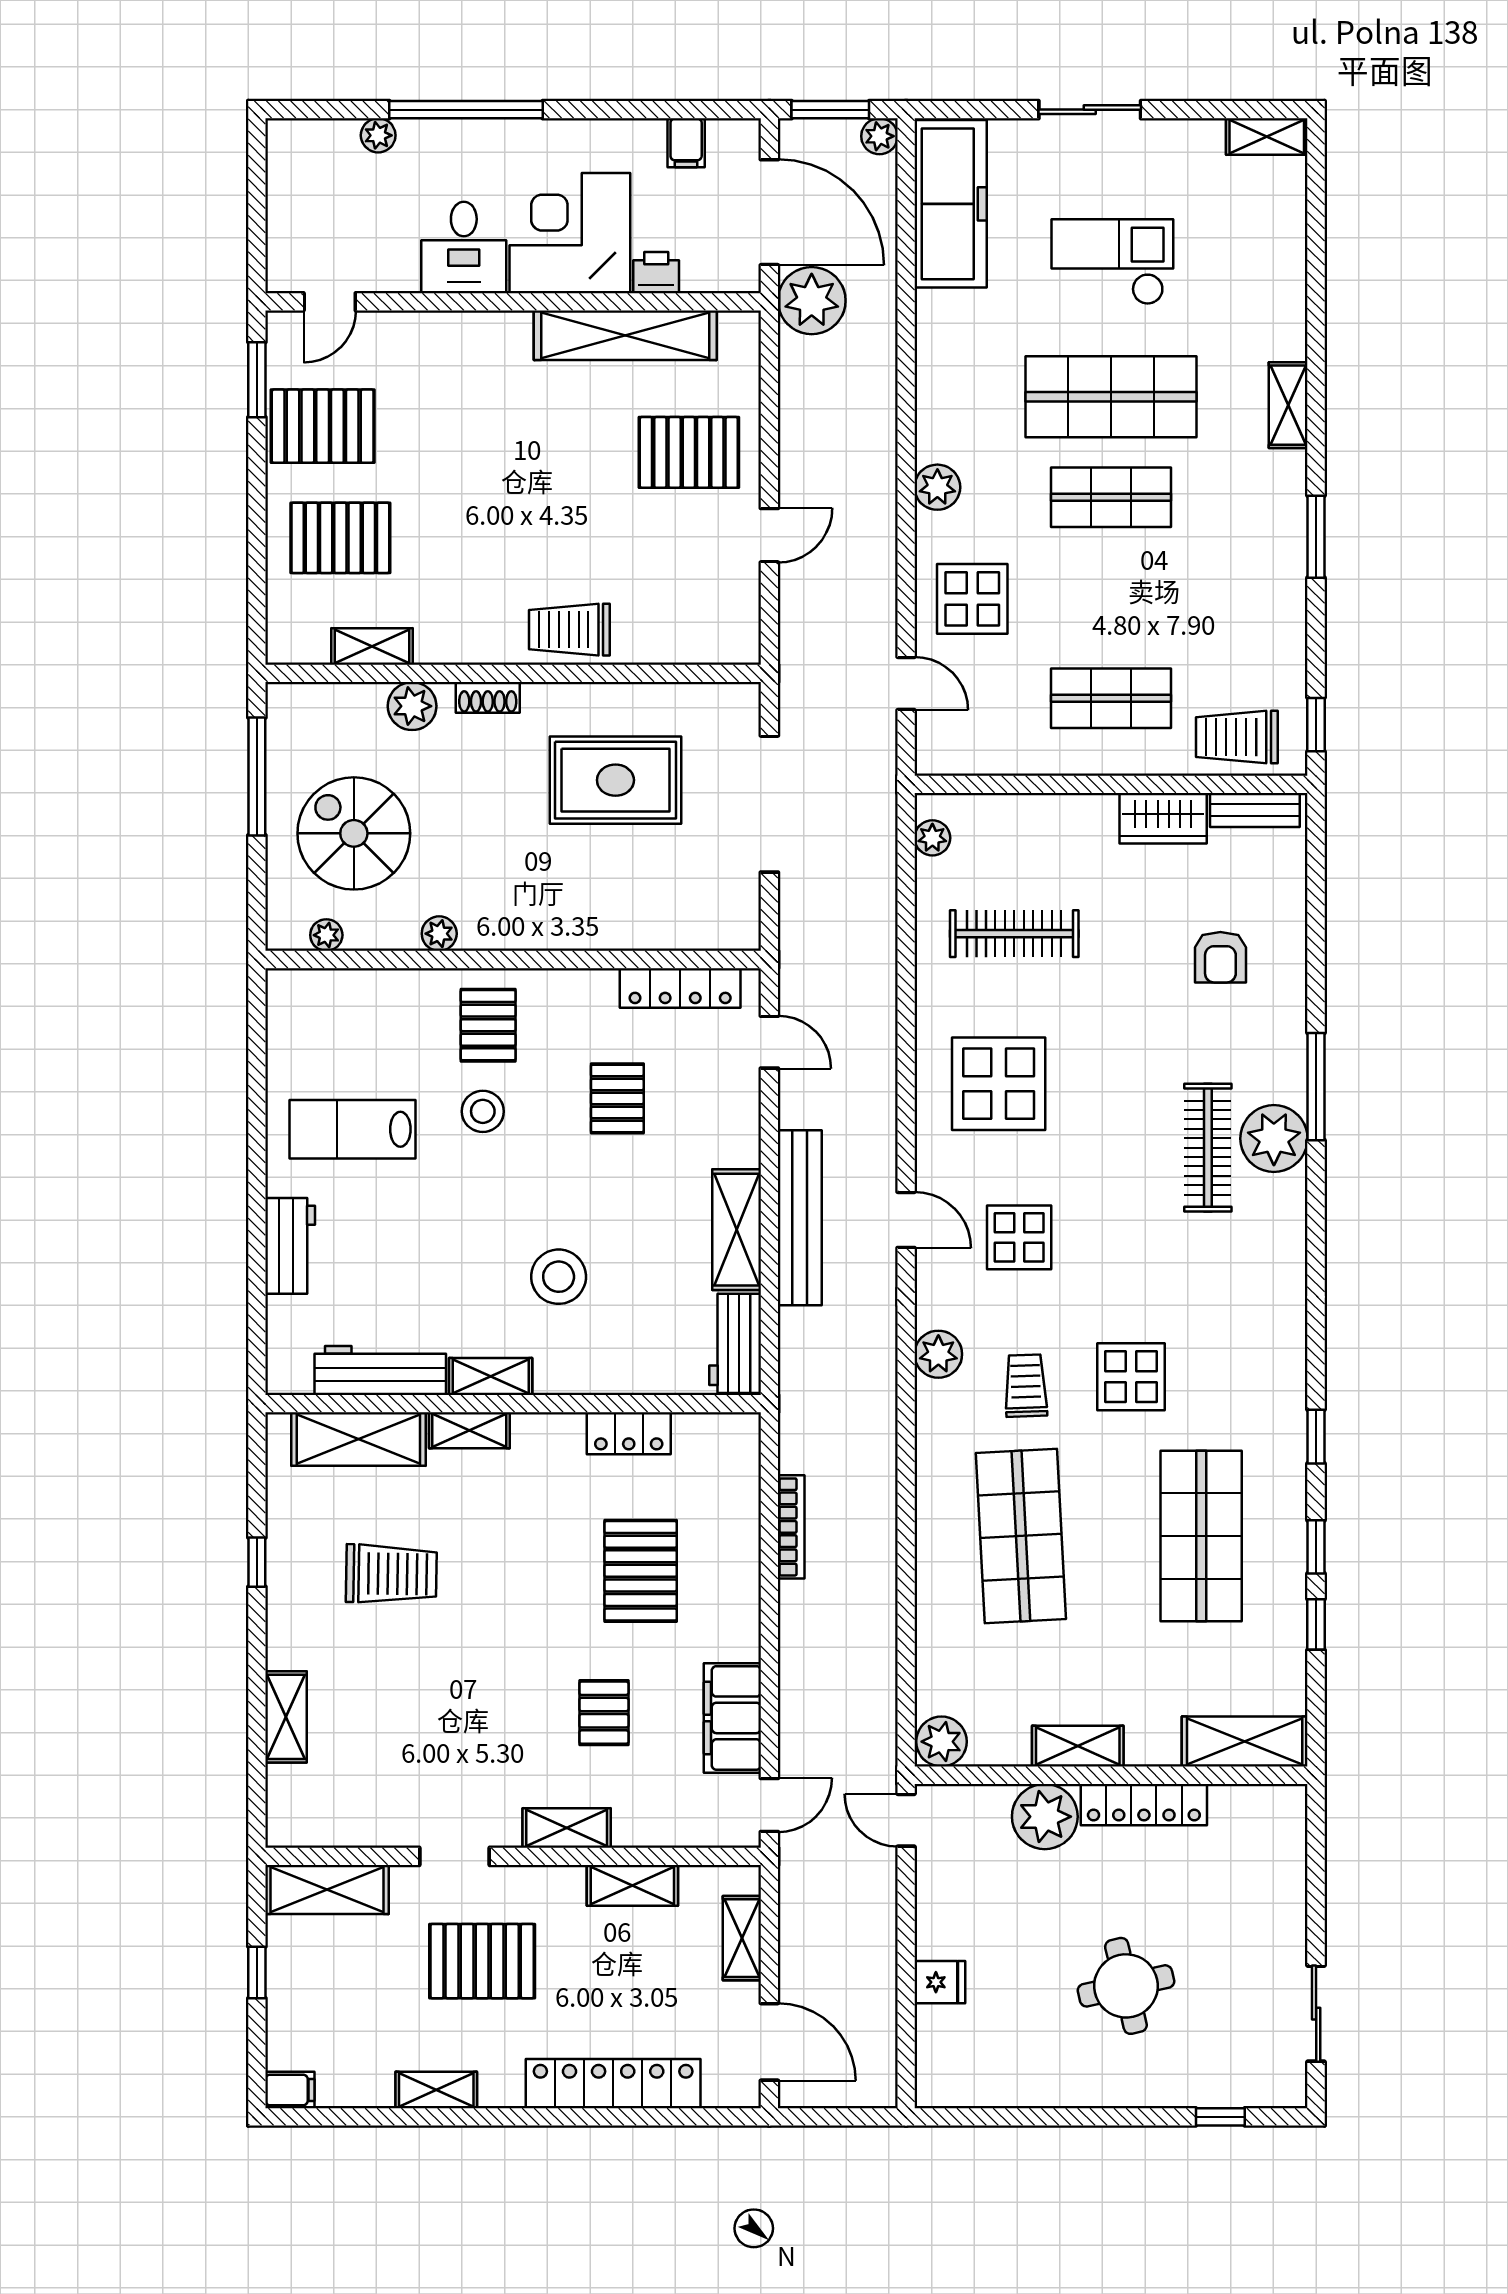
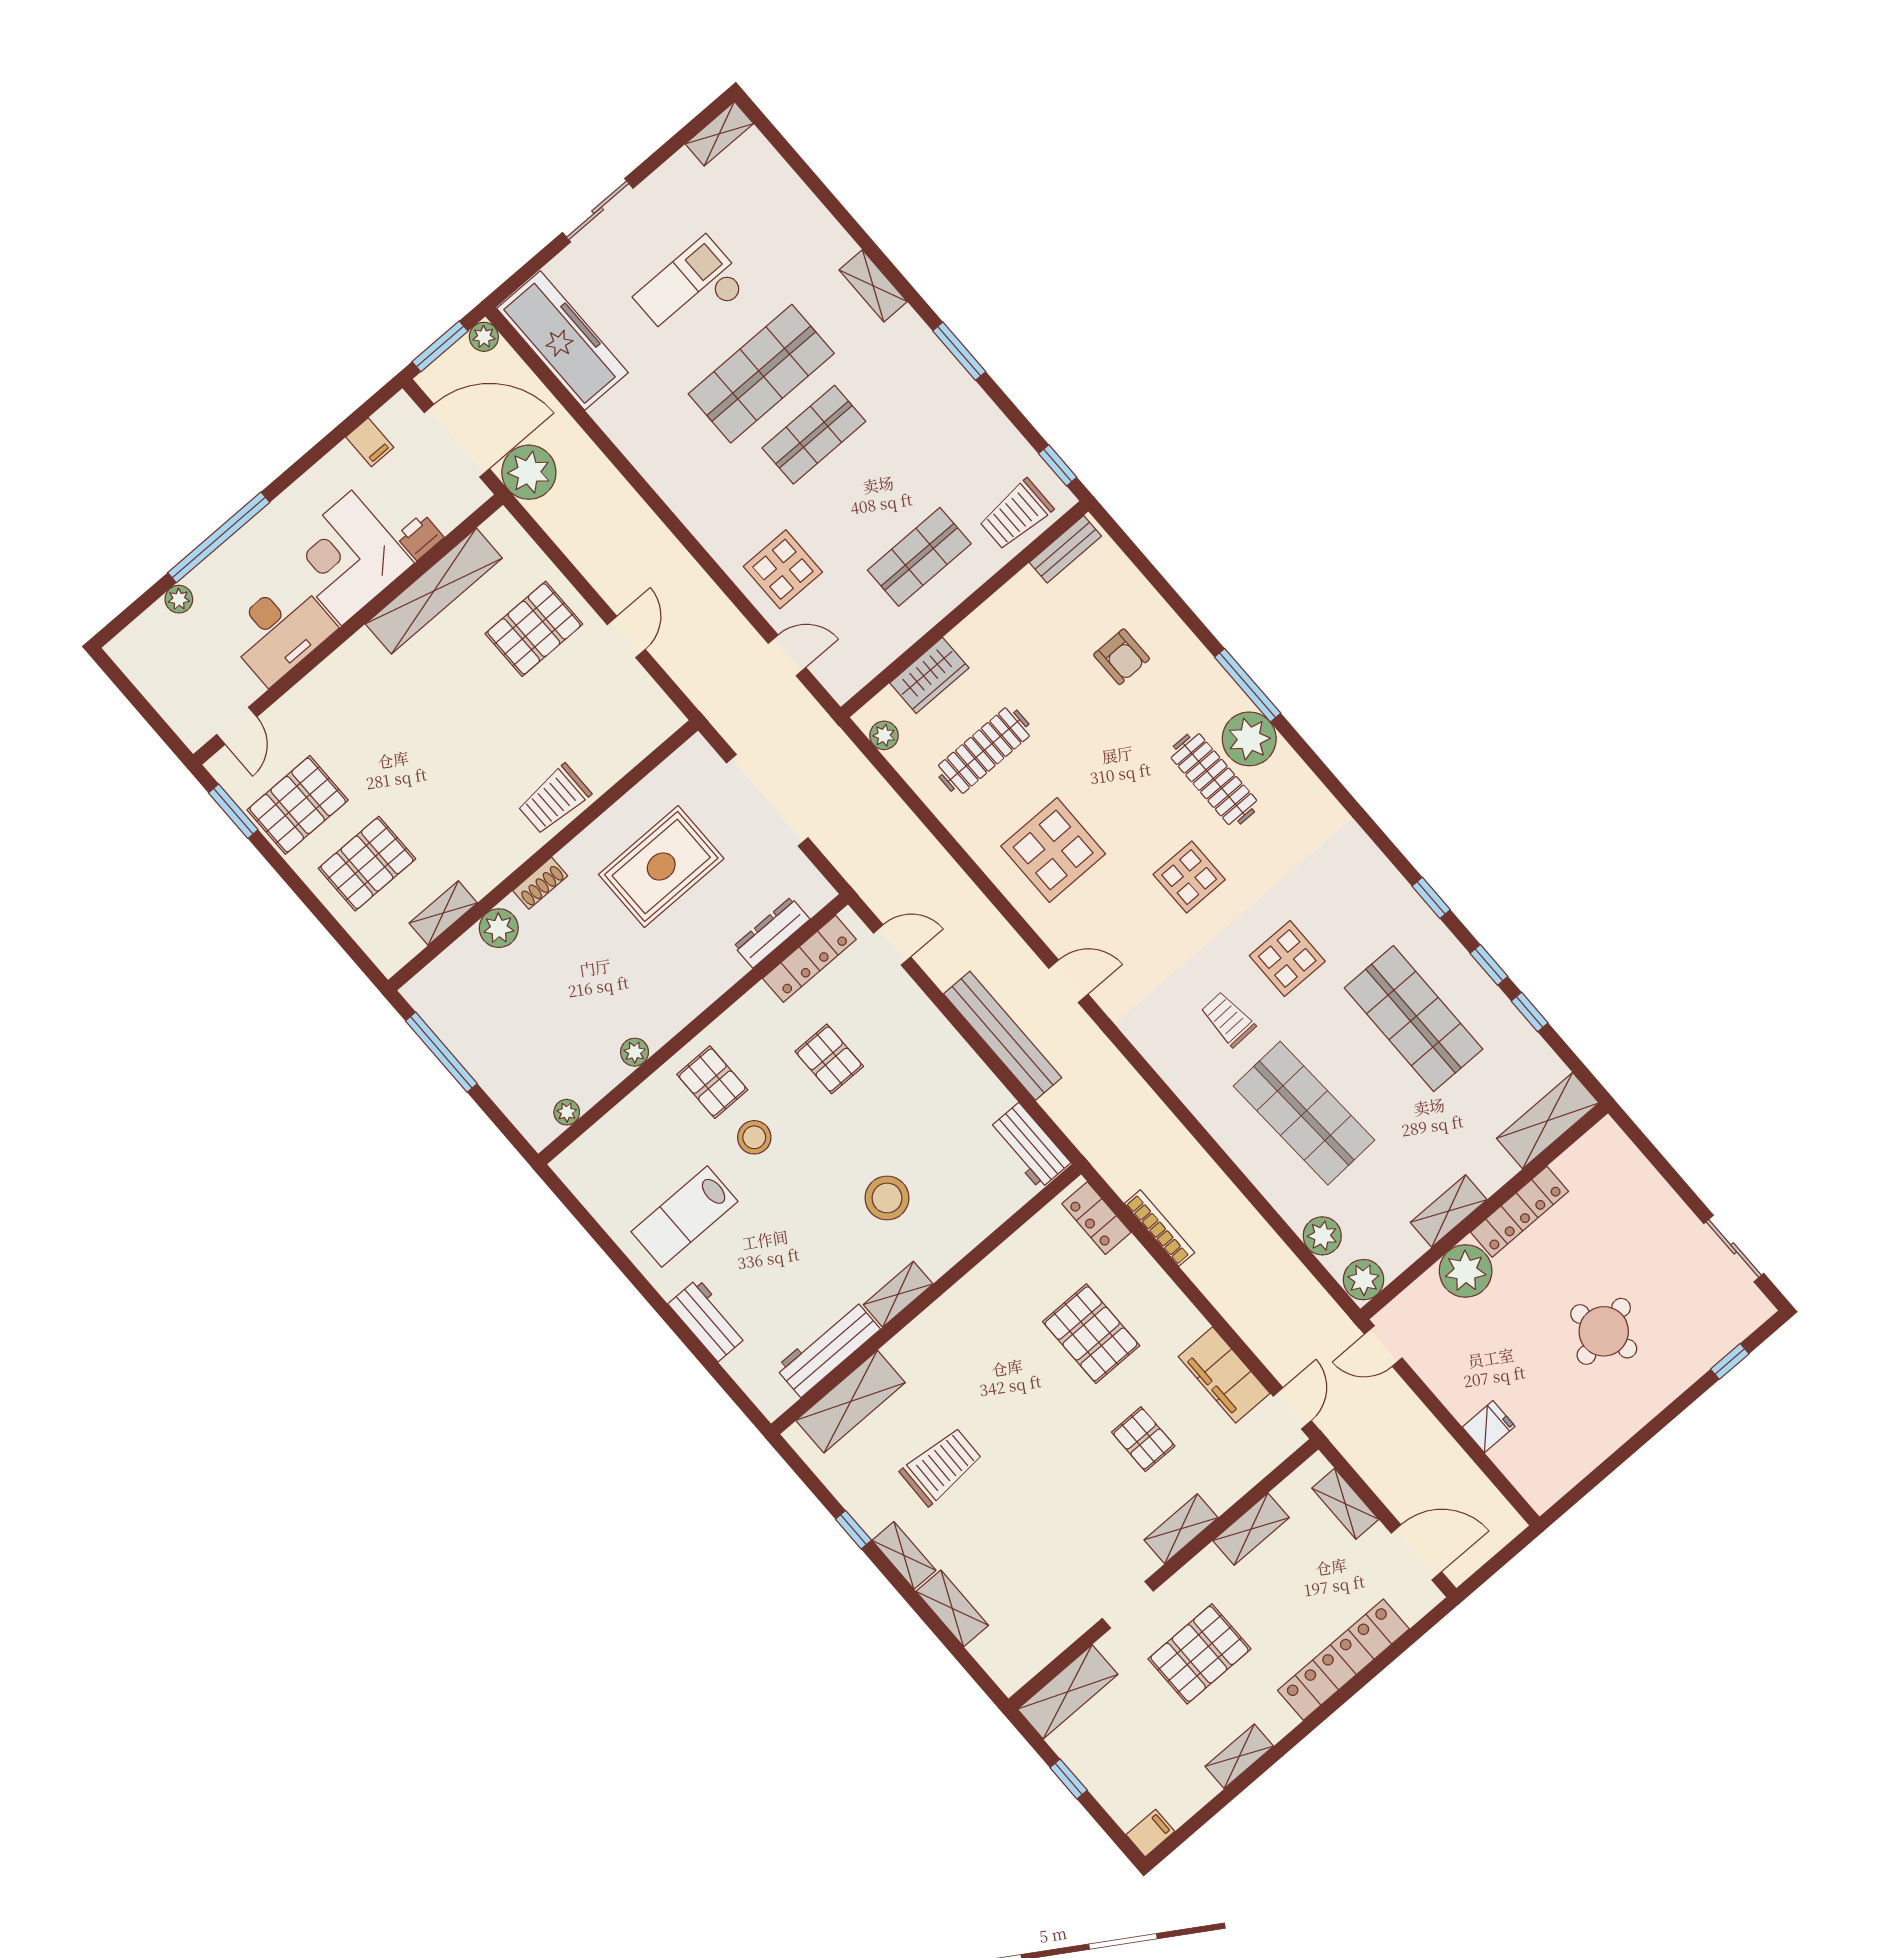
desk: (464, 247) -> (280, 631), width x1.37
plant: (937, 487) -> (703, 520), removed
wardrobe: (1163, 818) -> (929, 675), moved
spiral stairs: (354, 833) -> (530, 1036), removed
dresser: (666, 933) -> (772, 933), added
shelving: (737, 1230) -> (971, 1076), removed
display table: (1019, 1237) -> (1189, 877), moved
plant: (938, 1354) -> (1322, 1236), moved
shelving: (469, 1430) -> (904, 1555), moved, turned 90
locker: (629, 1433) -> (1096, 1218), moved, turned 90

